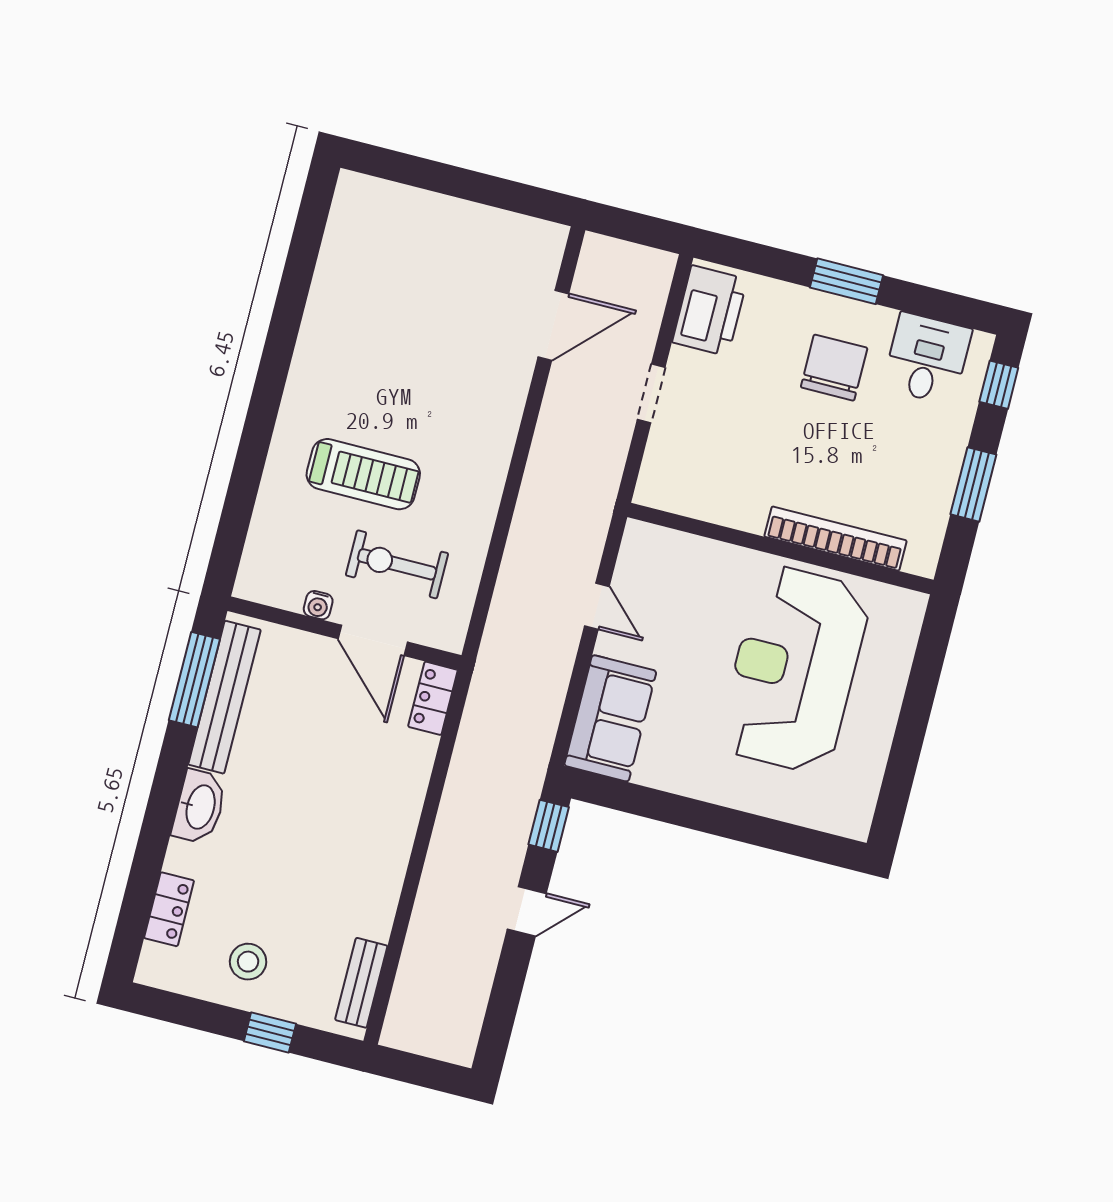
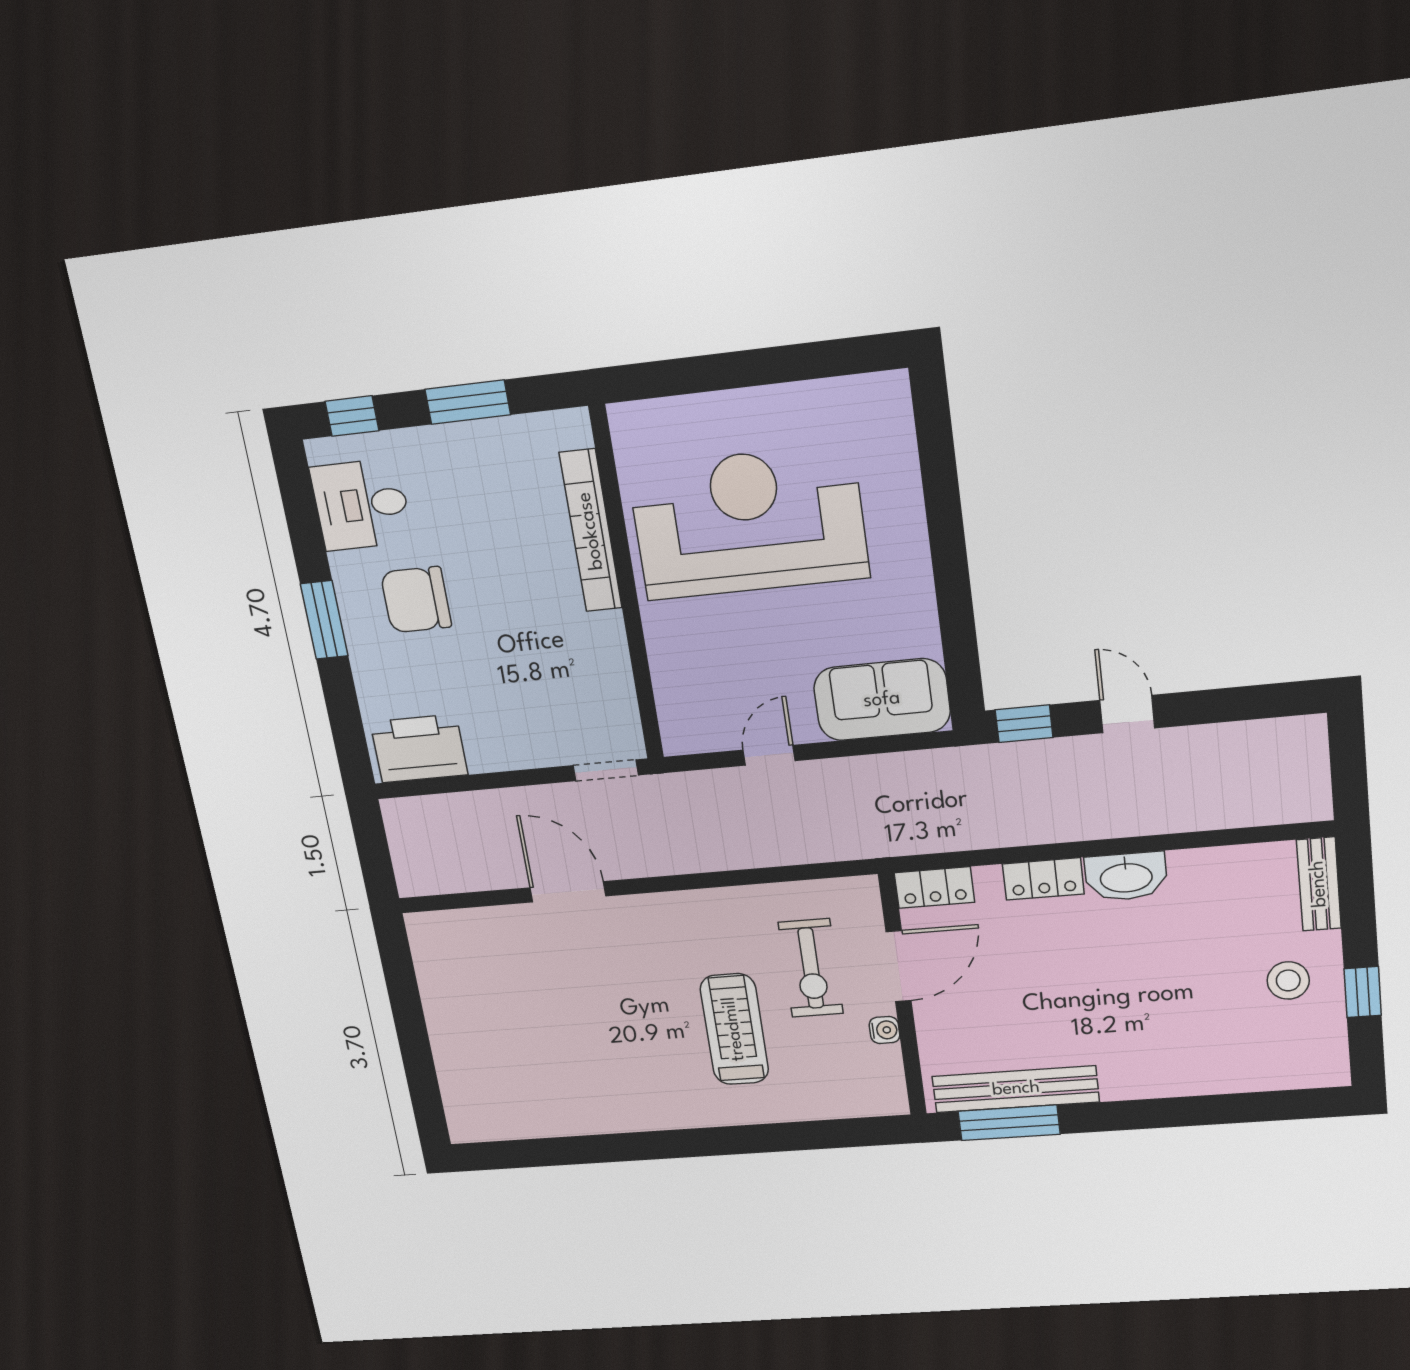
door: (553, 325) -> (568, 892), moved
doorway: (651, 394) -> (606, 770), moved
reception desk: (794, 669) -> (749, 522), turned 180
washbasin: (199, 807) -> (1126, 877), moved, turned 180
locker: (169, 909) -> (1043, 879), moved, turned 180
bench: (361, 983) -> (1319, 884), moved, turned 90
window: (270, 1032) -> (1363, 992), moved

